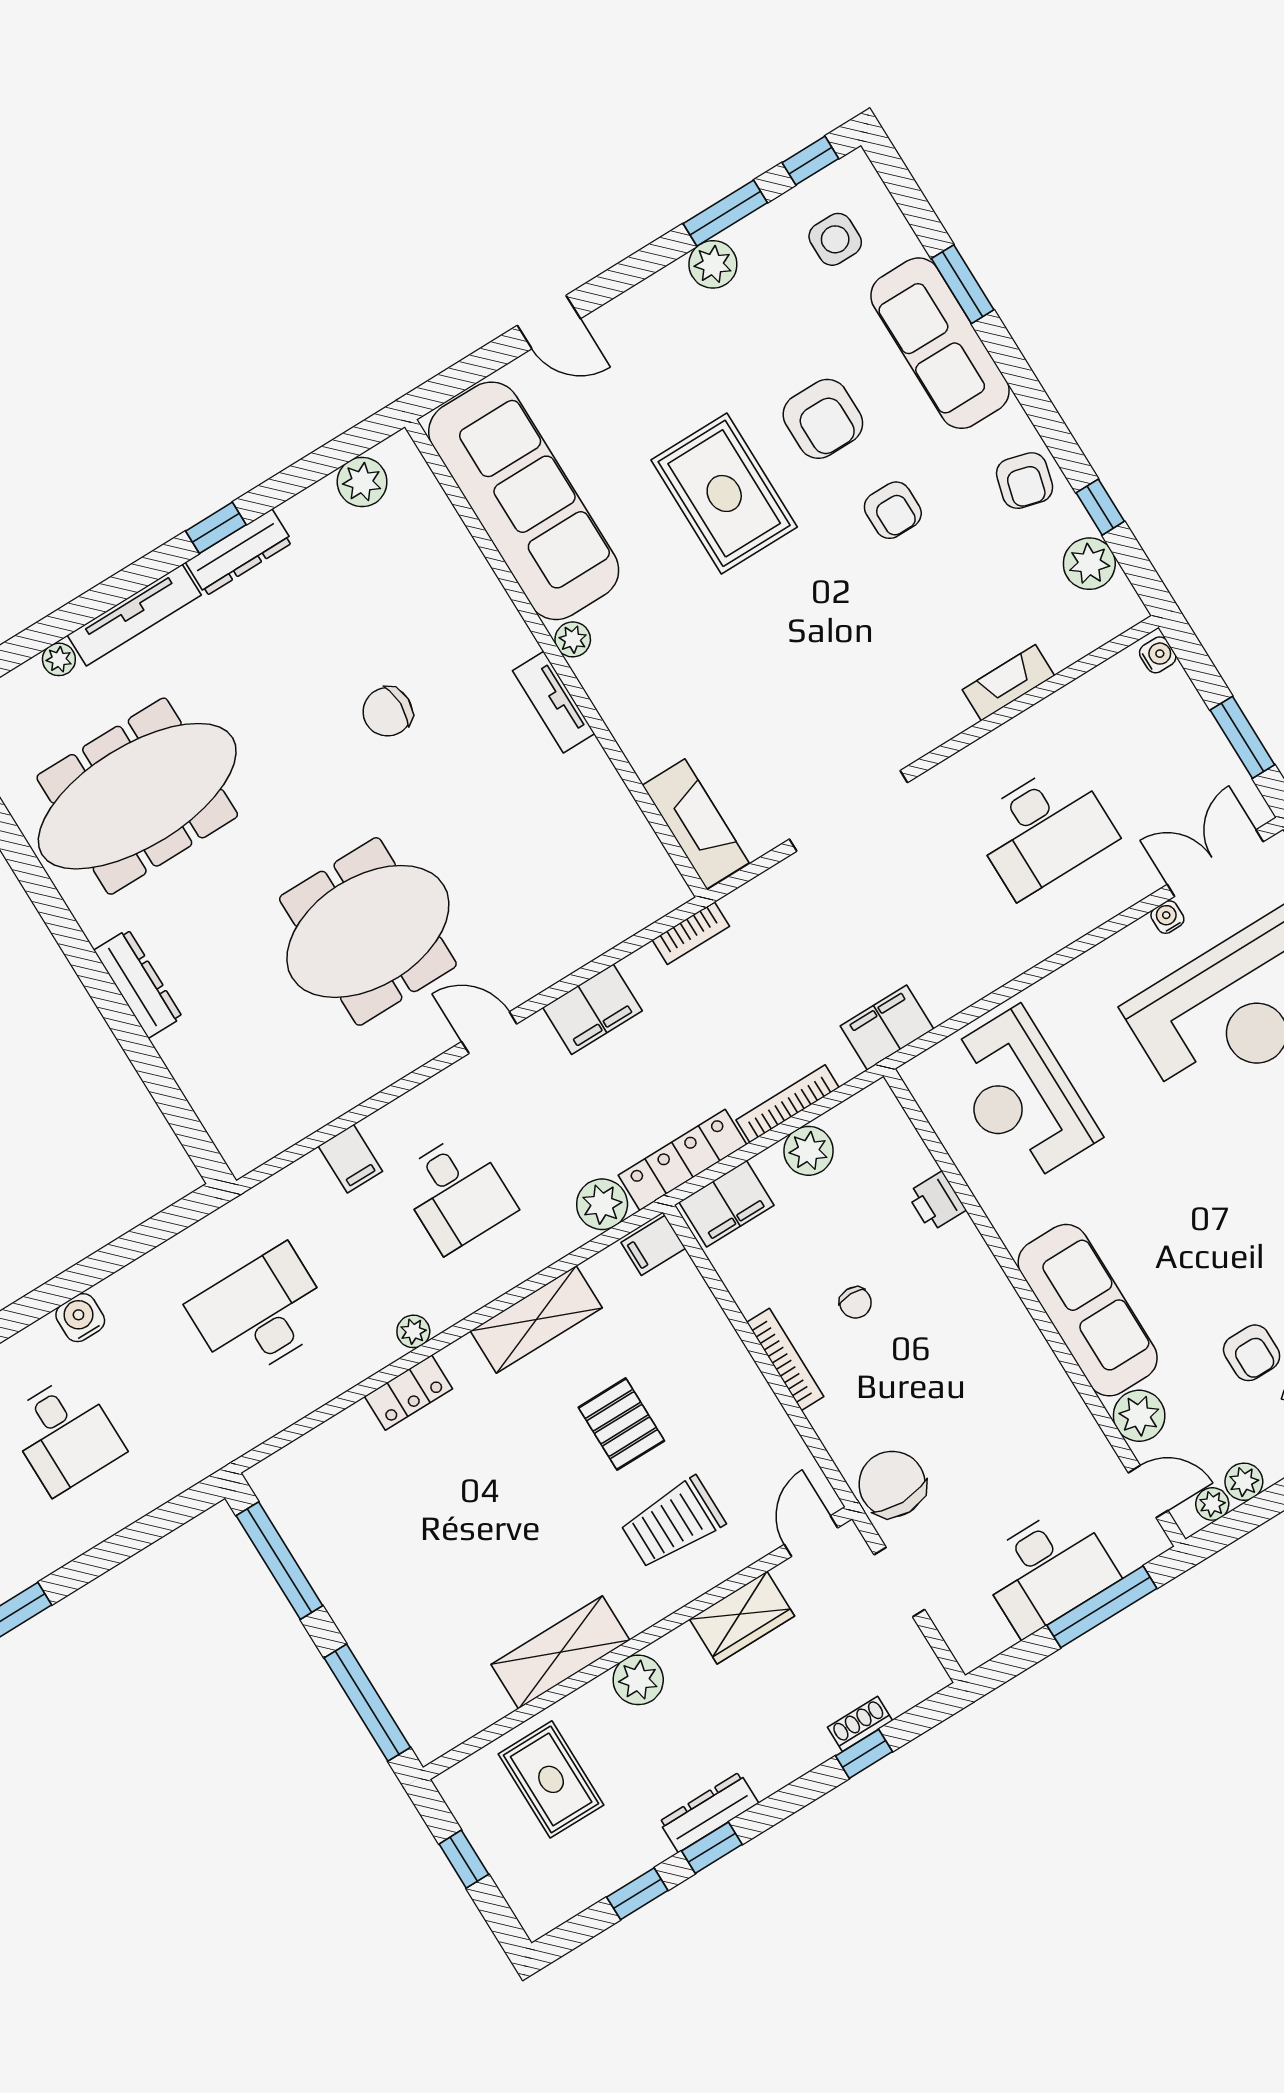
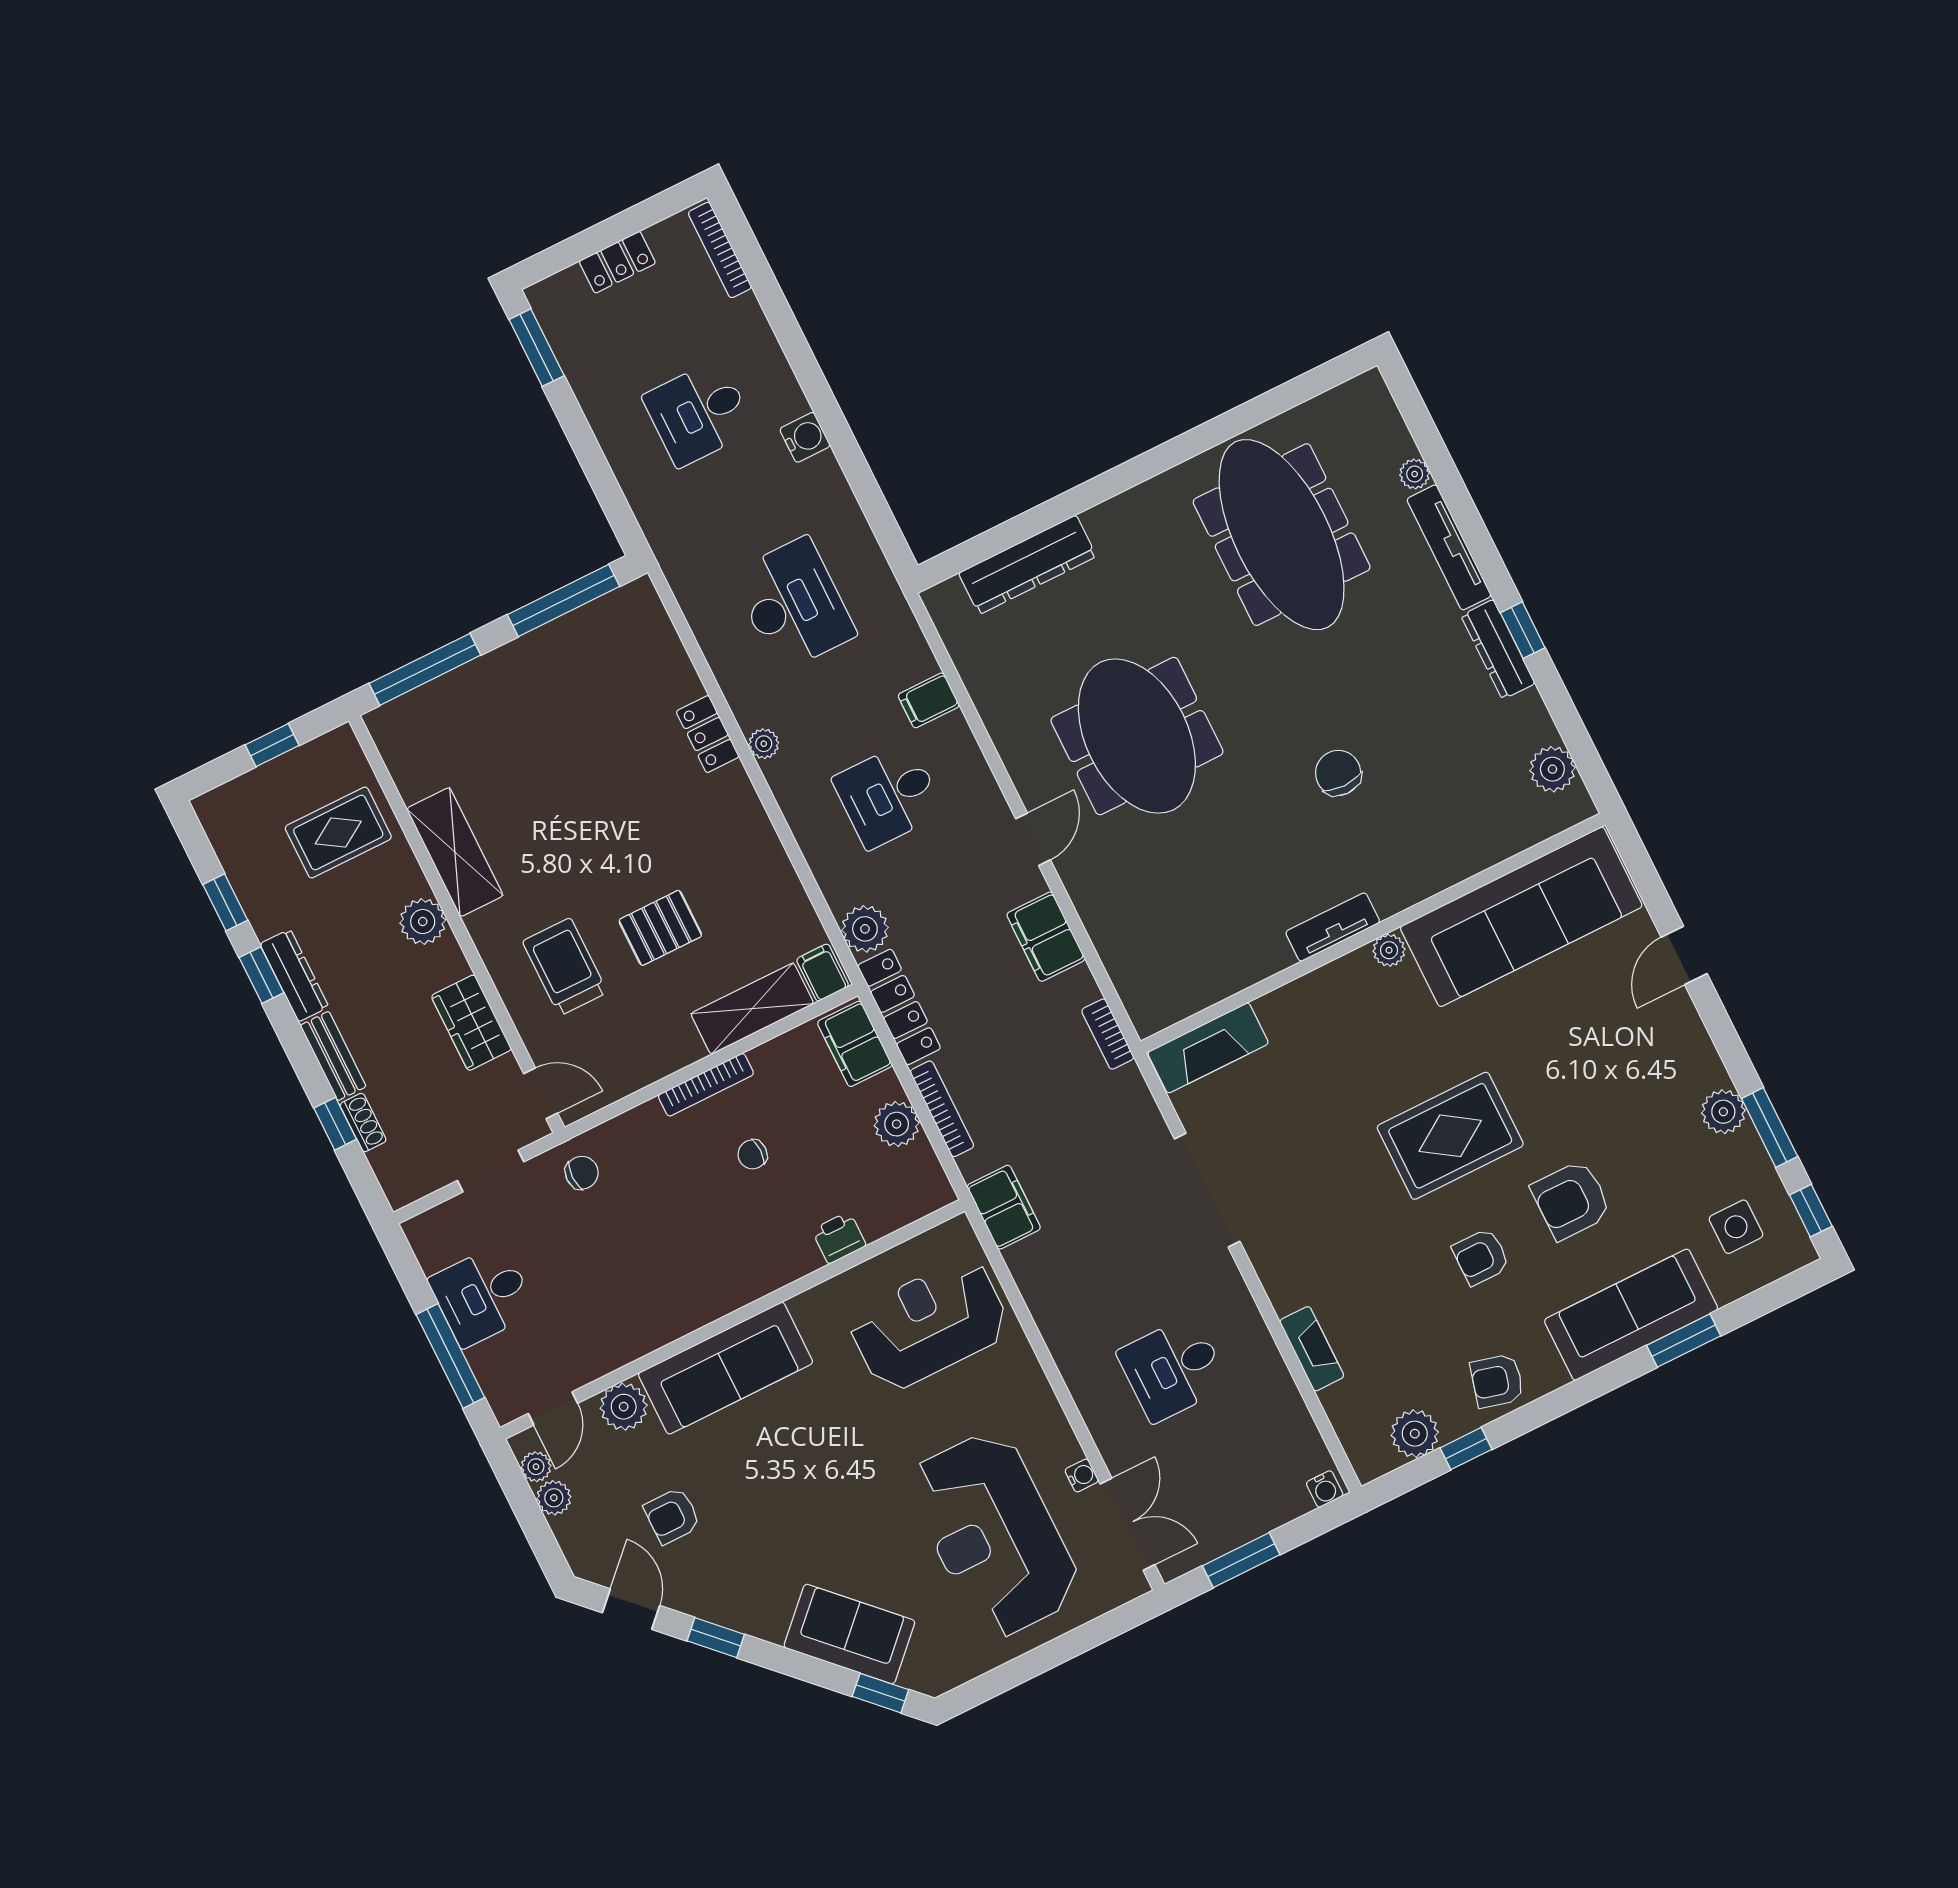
rug: (724, 493) -> (1450, 1136), moved
desk: (1044, 830) -> (1173, 1369), width x0.73
dresser: (138, 984) -> (1027, 565), moved, width x1.37, depth x1.24
shelving: (536, 1319) -> (752, 1009), moved, turned 90
chair: (892, 1484) -> (582, 1173), width x0.54, depth x0.54
desk: (1048, 1570) -> (482, 1296), width x0.73
bench: (791, 1763) -> (333, 1056), added

